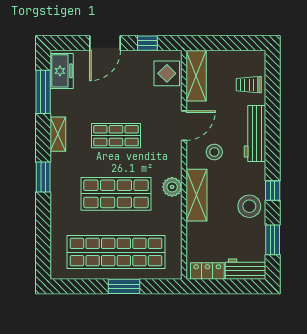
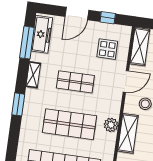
freezer: (62, 71) -> (42, 34), width x1.40
display table: (167, 73) -> (107, 49), moved

